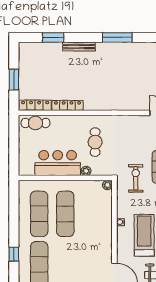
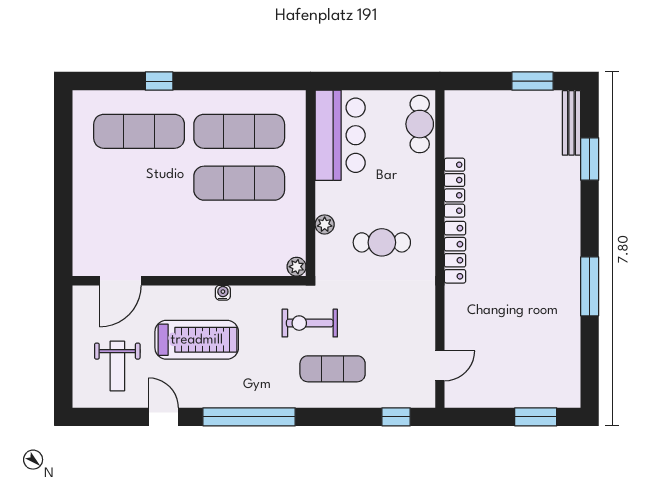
bench: (79, 47) -> (571, 123), moved
window: (14, 80) -> (533, 81), moved
locker: (35, 105) -> (455, 252), moved
bar counter: (58, 163) -> (340, 135), moved
exercise bike: (136, 178) -> (310, 323), turned 180

